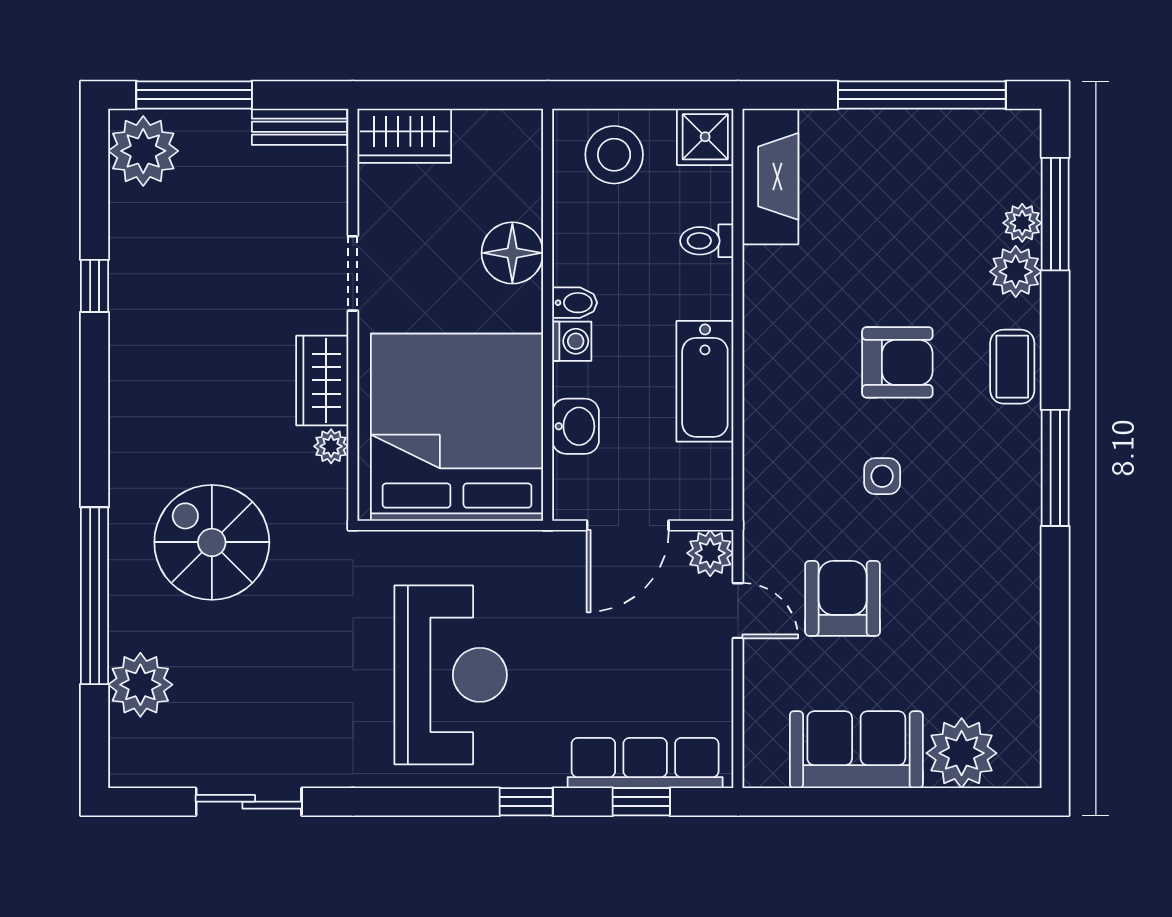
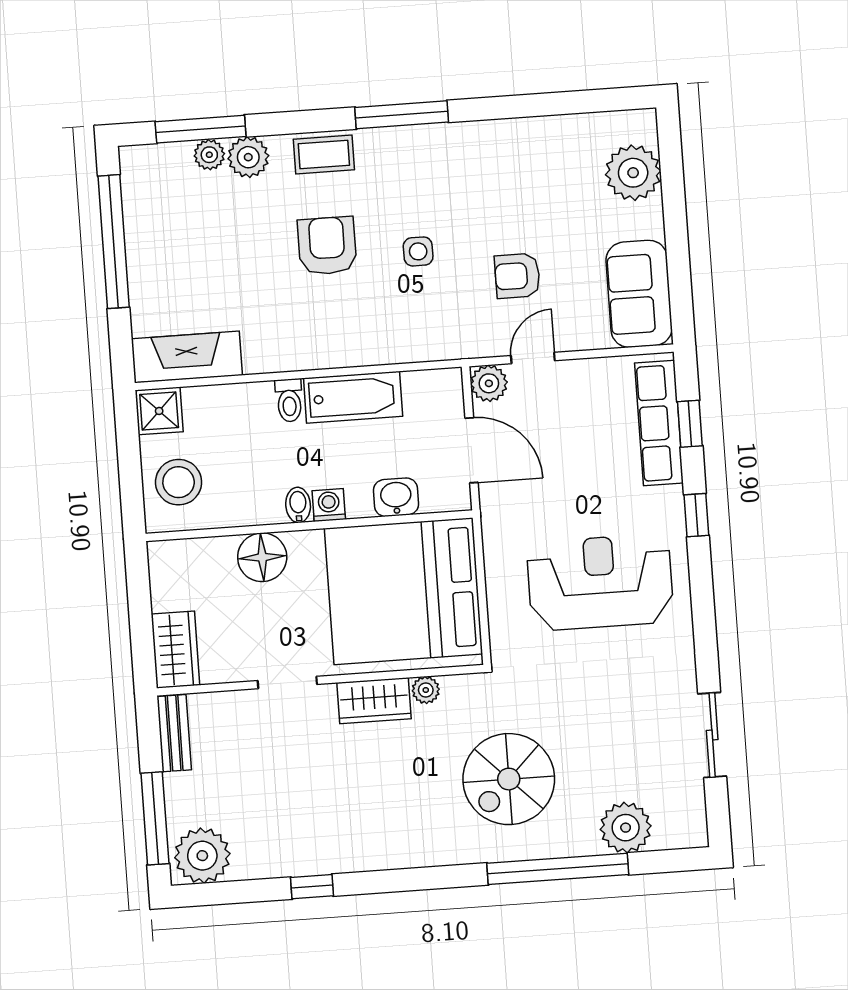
toilet: (707, 241) -> (289, 400), moved
armchair: (843, 598) -> (517, 276), width x0.72, depth x0.72
sofa: (856, 750) -> (639, 294), moved

